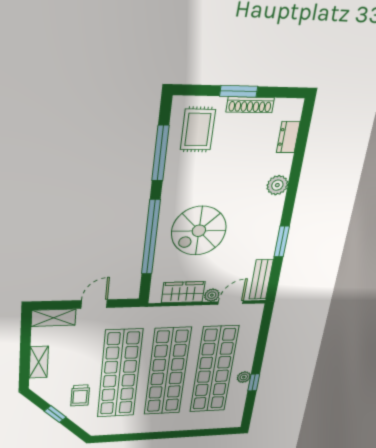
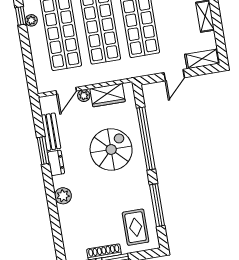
dresser: (288, 137) -> (56, 163), moved
bench: (261, 279) -> (51, 132), moved

